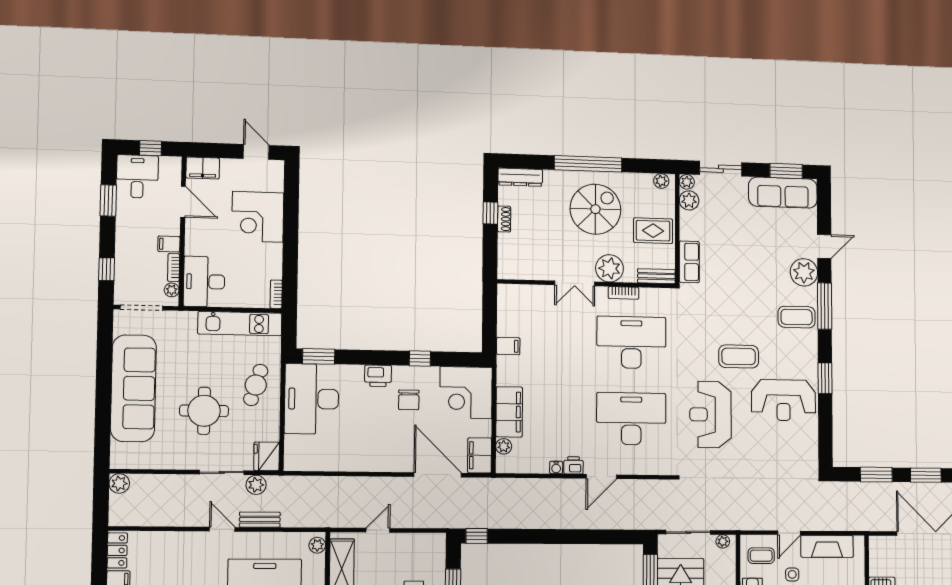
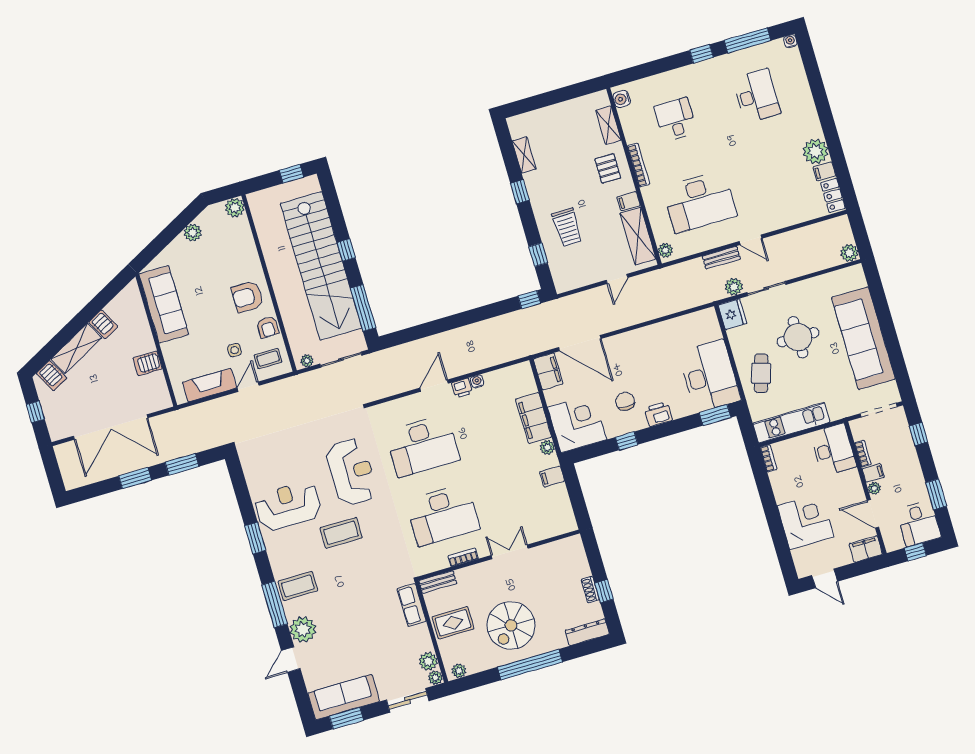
plant: (609, 268) -> (482, 576), removed
plant: (172, 290) -> (874, 488), moved
plant: (504, 446) -> (547, 447), moved

